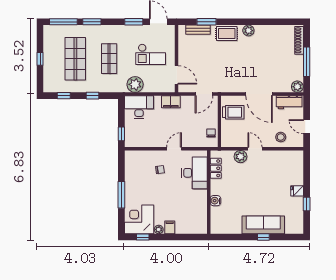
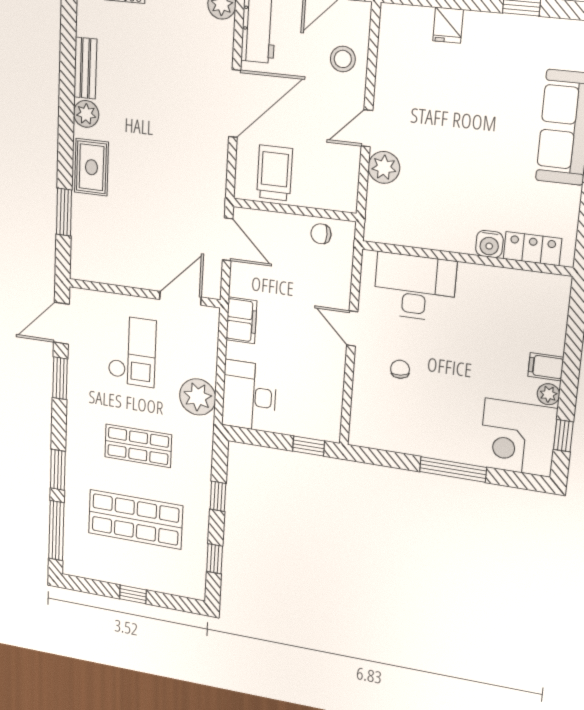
bench: (198, 30) -> (85, 68), moved
locker: (216, 168) -> (532, 249), moved
fridge: (297, 191) -> (448, 25), moved

